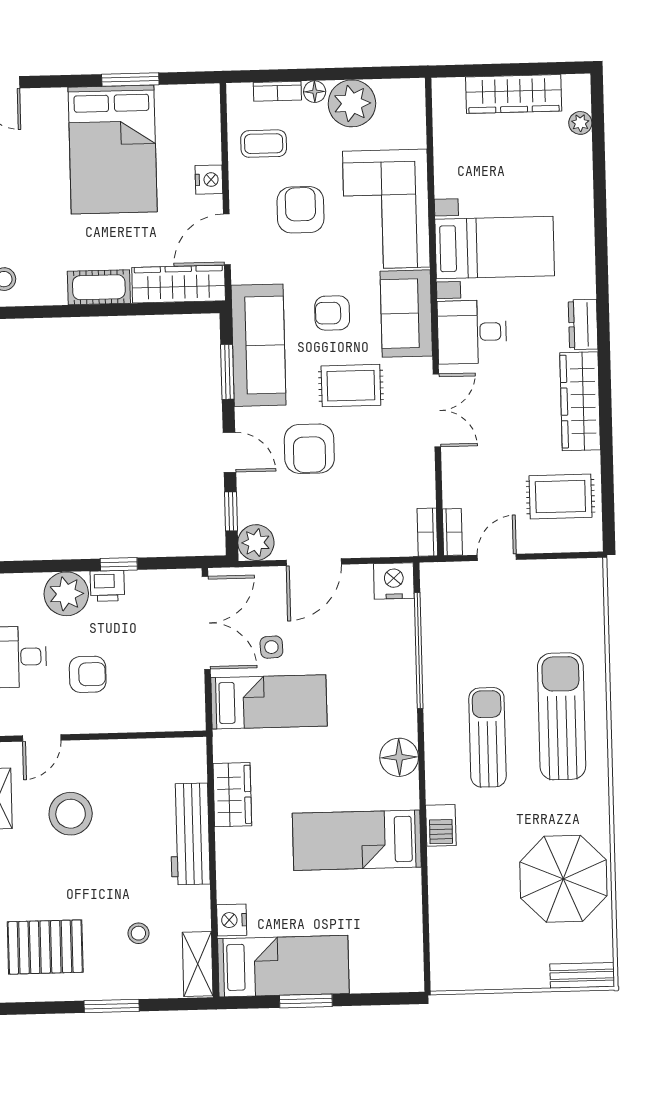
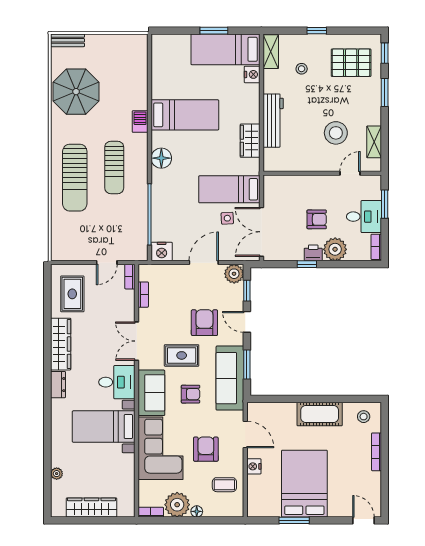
bookcase: (277, 91) -> (151, 512), moved
plant: (580, 123) -> (57, 474), moved
armchair: (301, 210) -> (206, 449), turned 180
door: (227, 239) -> (245, 435), hinge flipped
wardrobe: (179, 284) -> (271, 412), removed
cot: (99, 287) -> (320, 414), width x1.37, depth x1.34
rug: (560, 497) -> (72, 294), turned 90
bookcase: (427, 532) -> (143, 295), moved
armchair: (88, 674) -> (317, 219), moved, turned 180
window: (112, 1006) -> (317, 31), width x0.67

